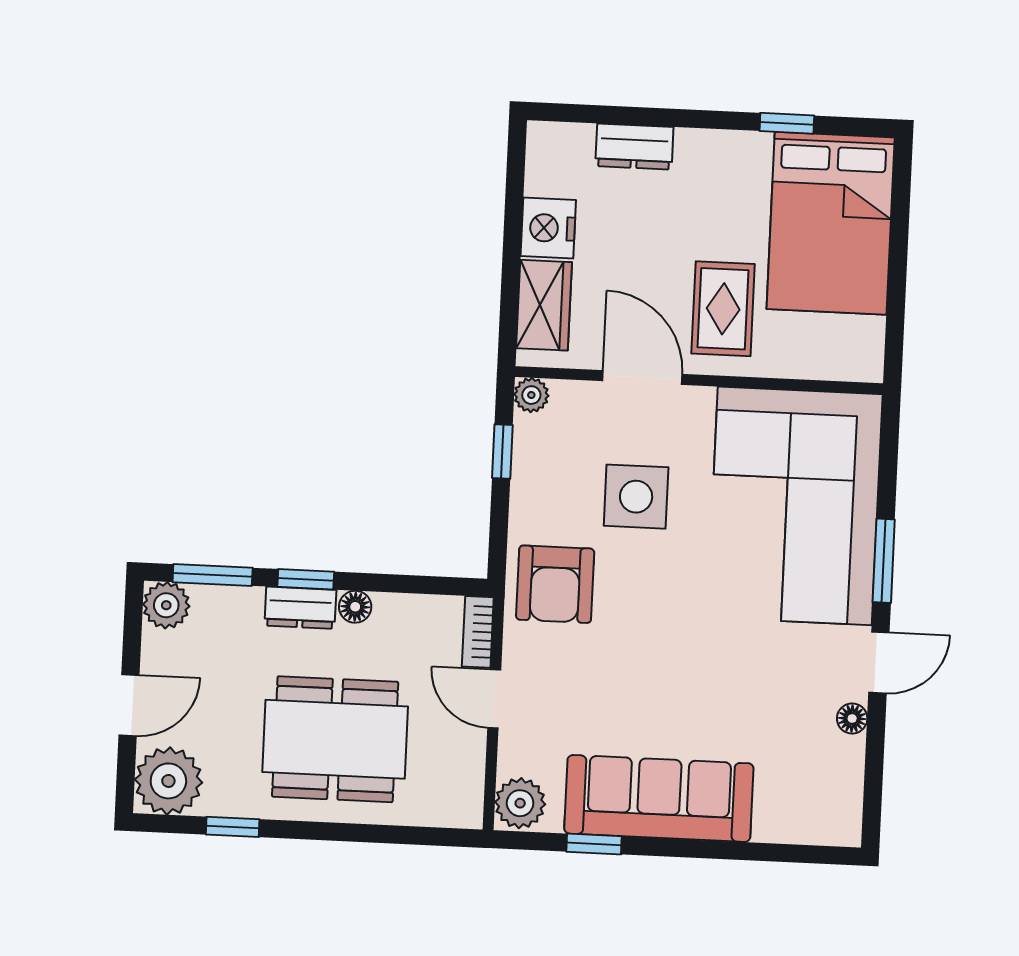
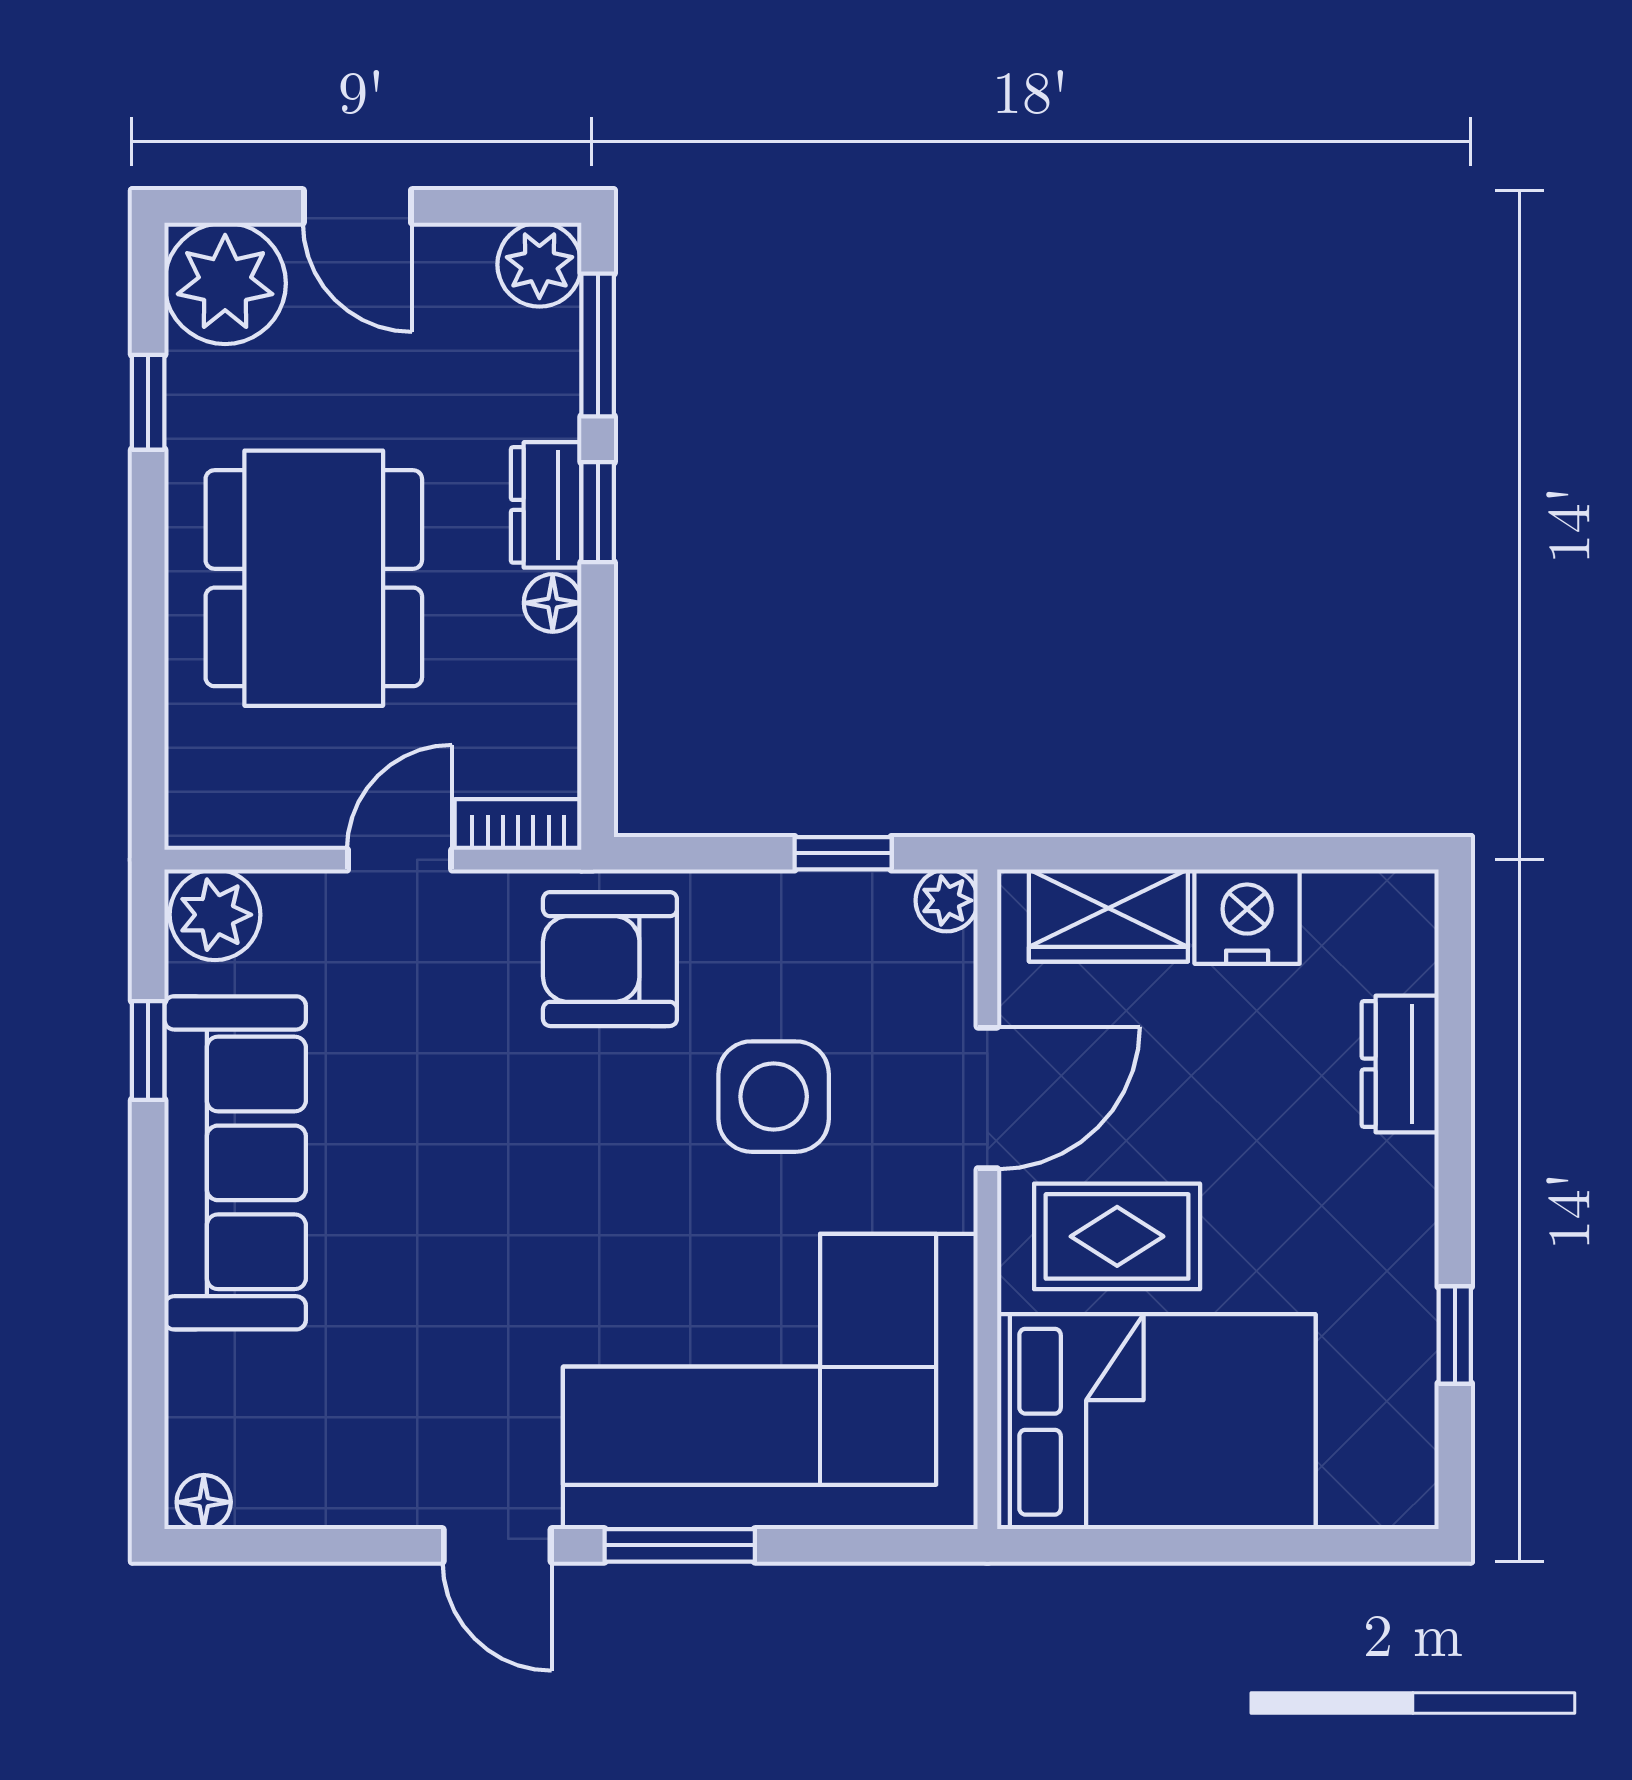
bed: (831, 223) -> (1156, 1422), moved, turned 180
floor lamp: (852, 718) -> (204, 1502), moved

